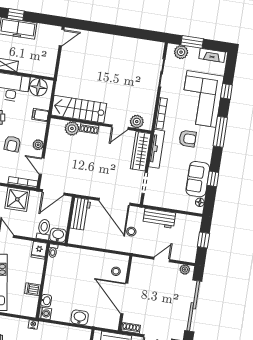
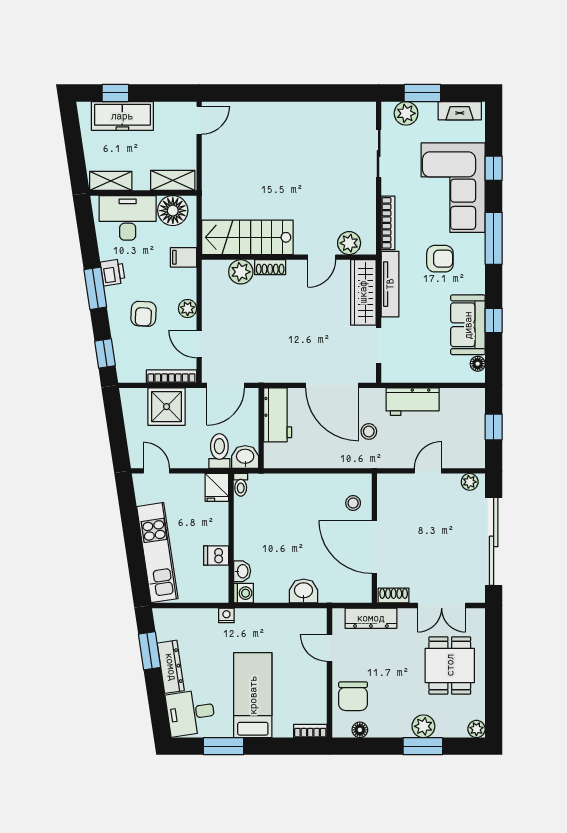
shelving: (41, 70) -> (173, 180), added

